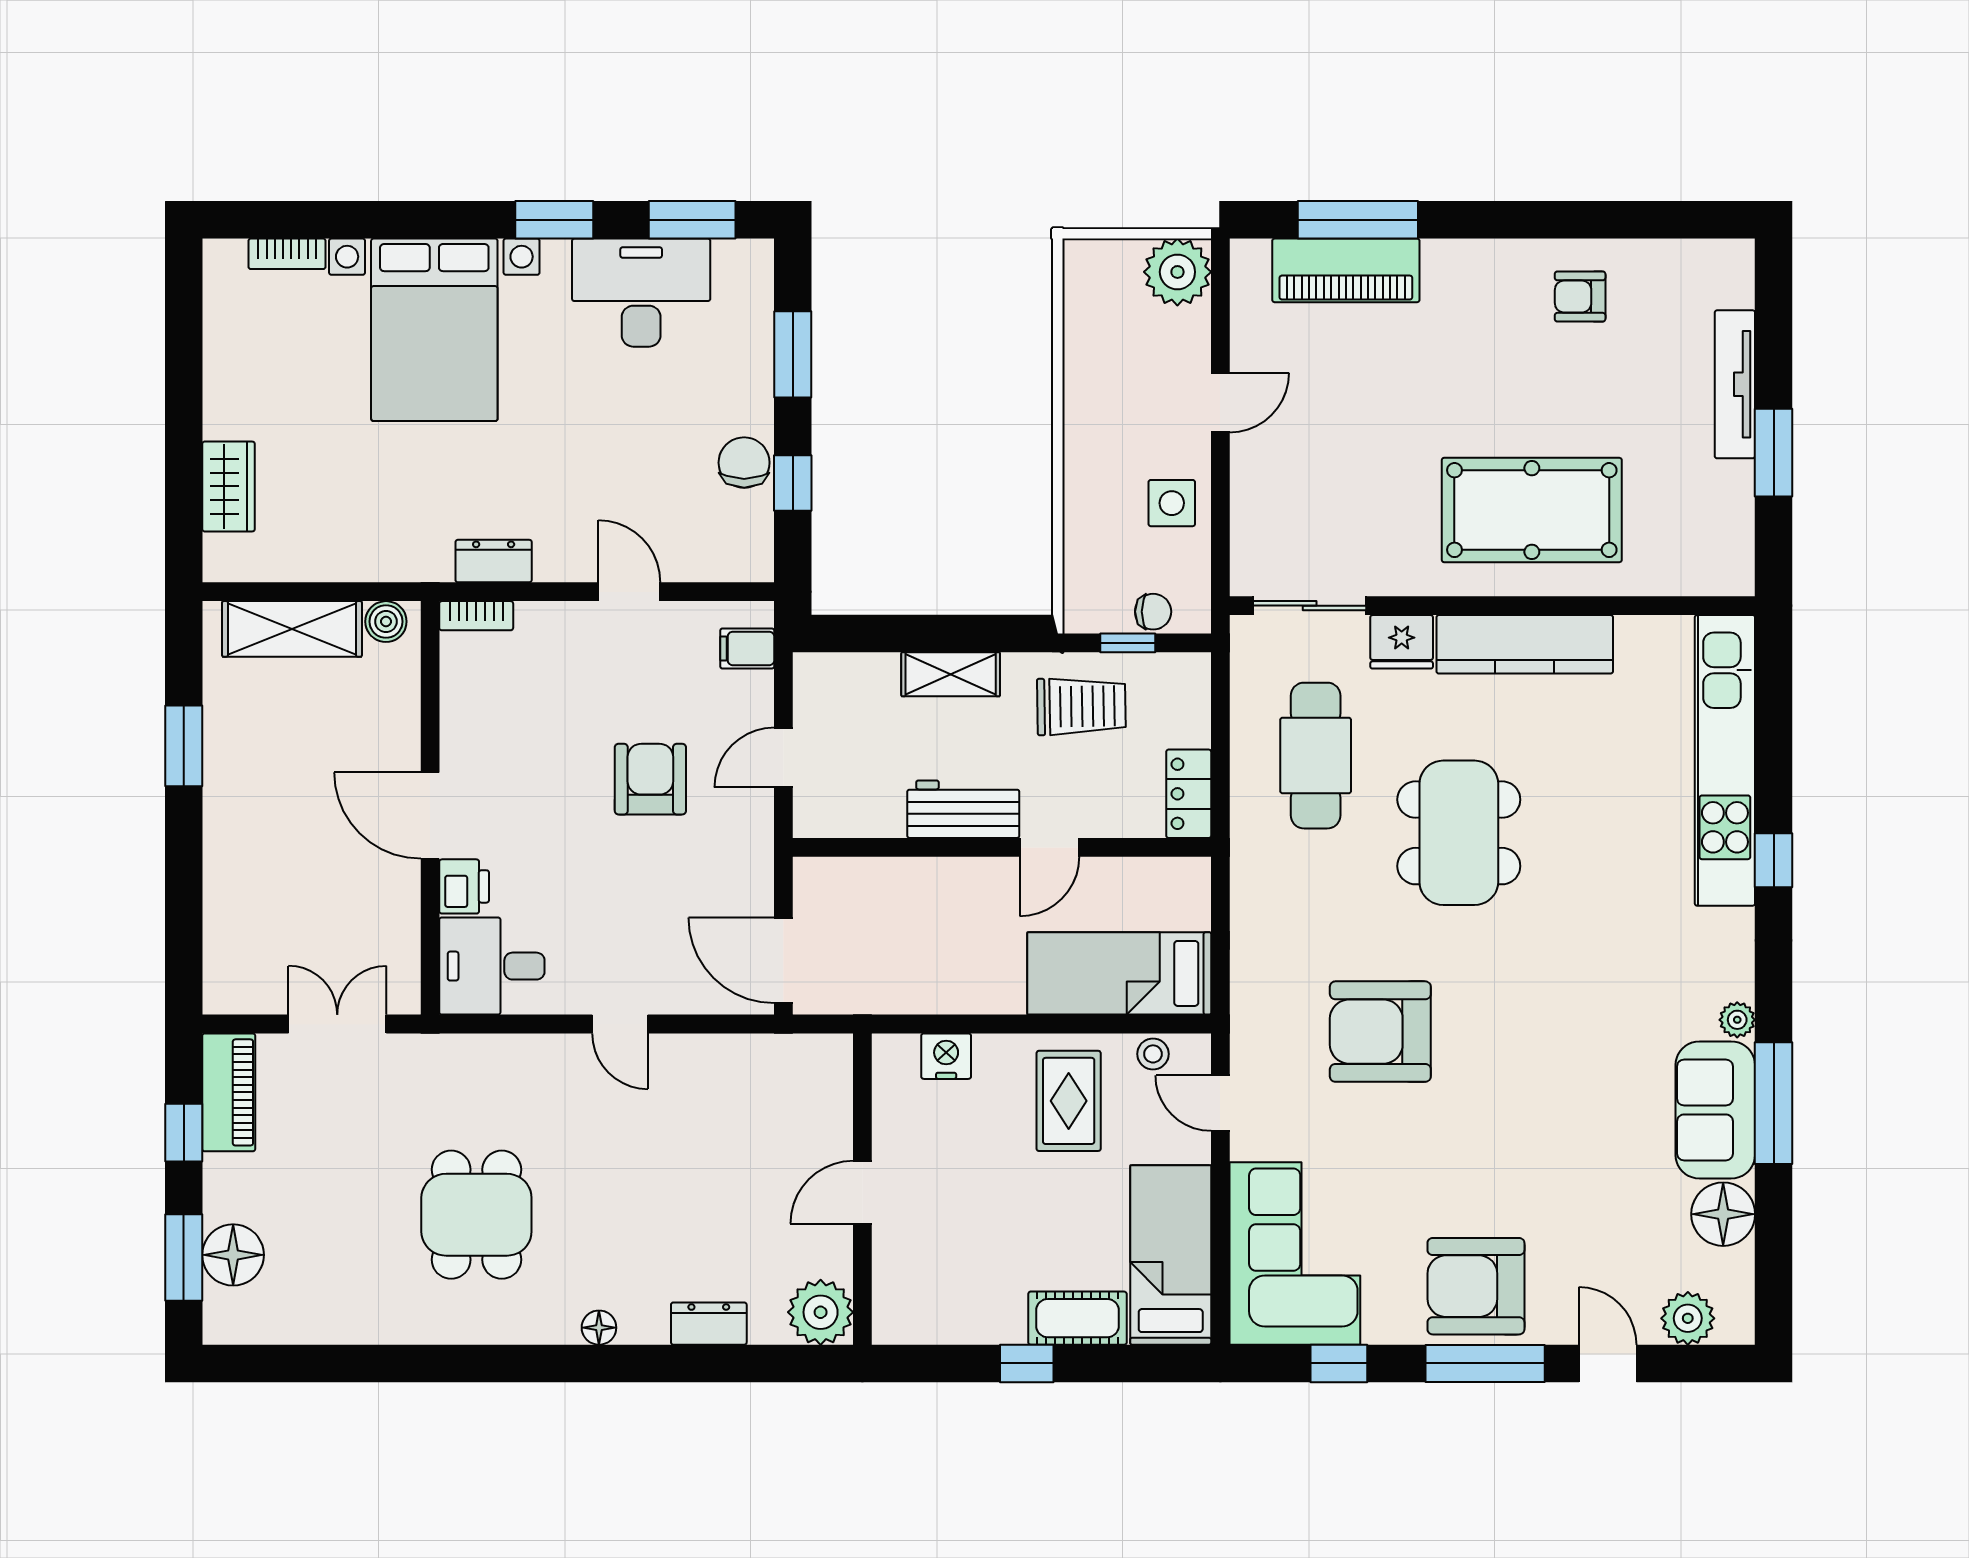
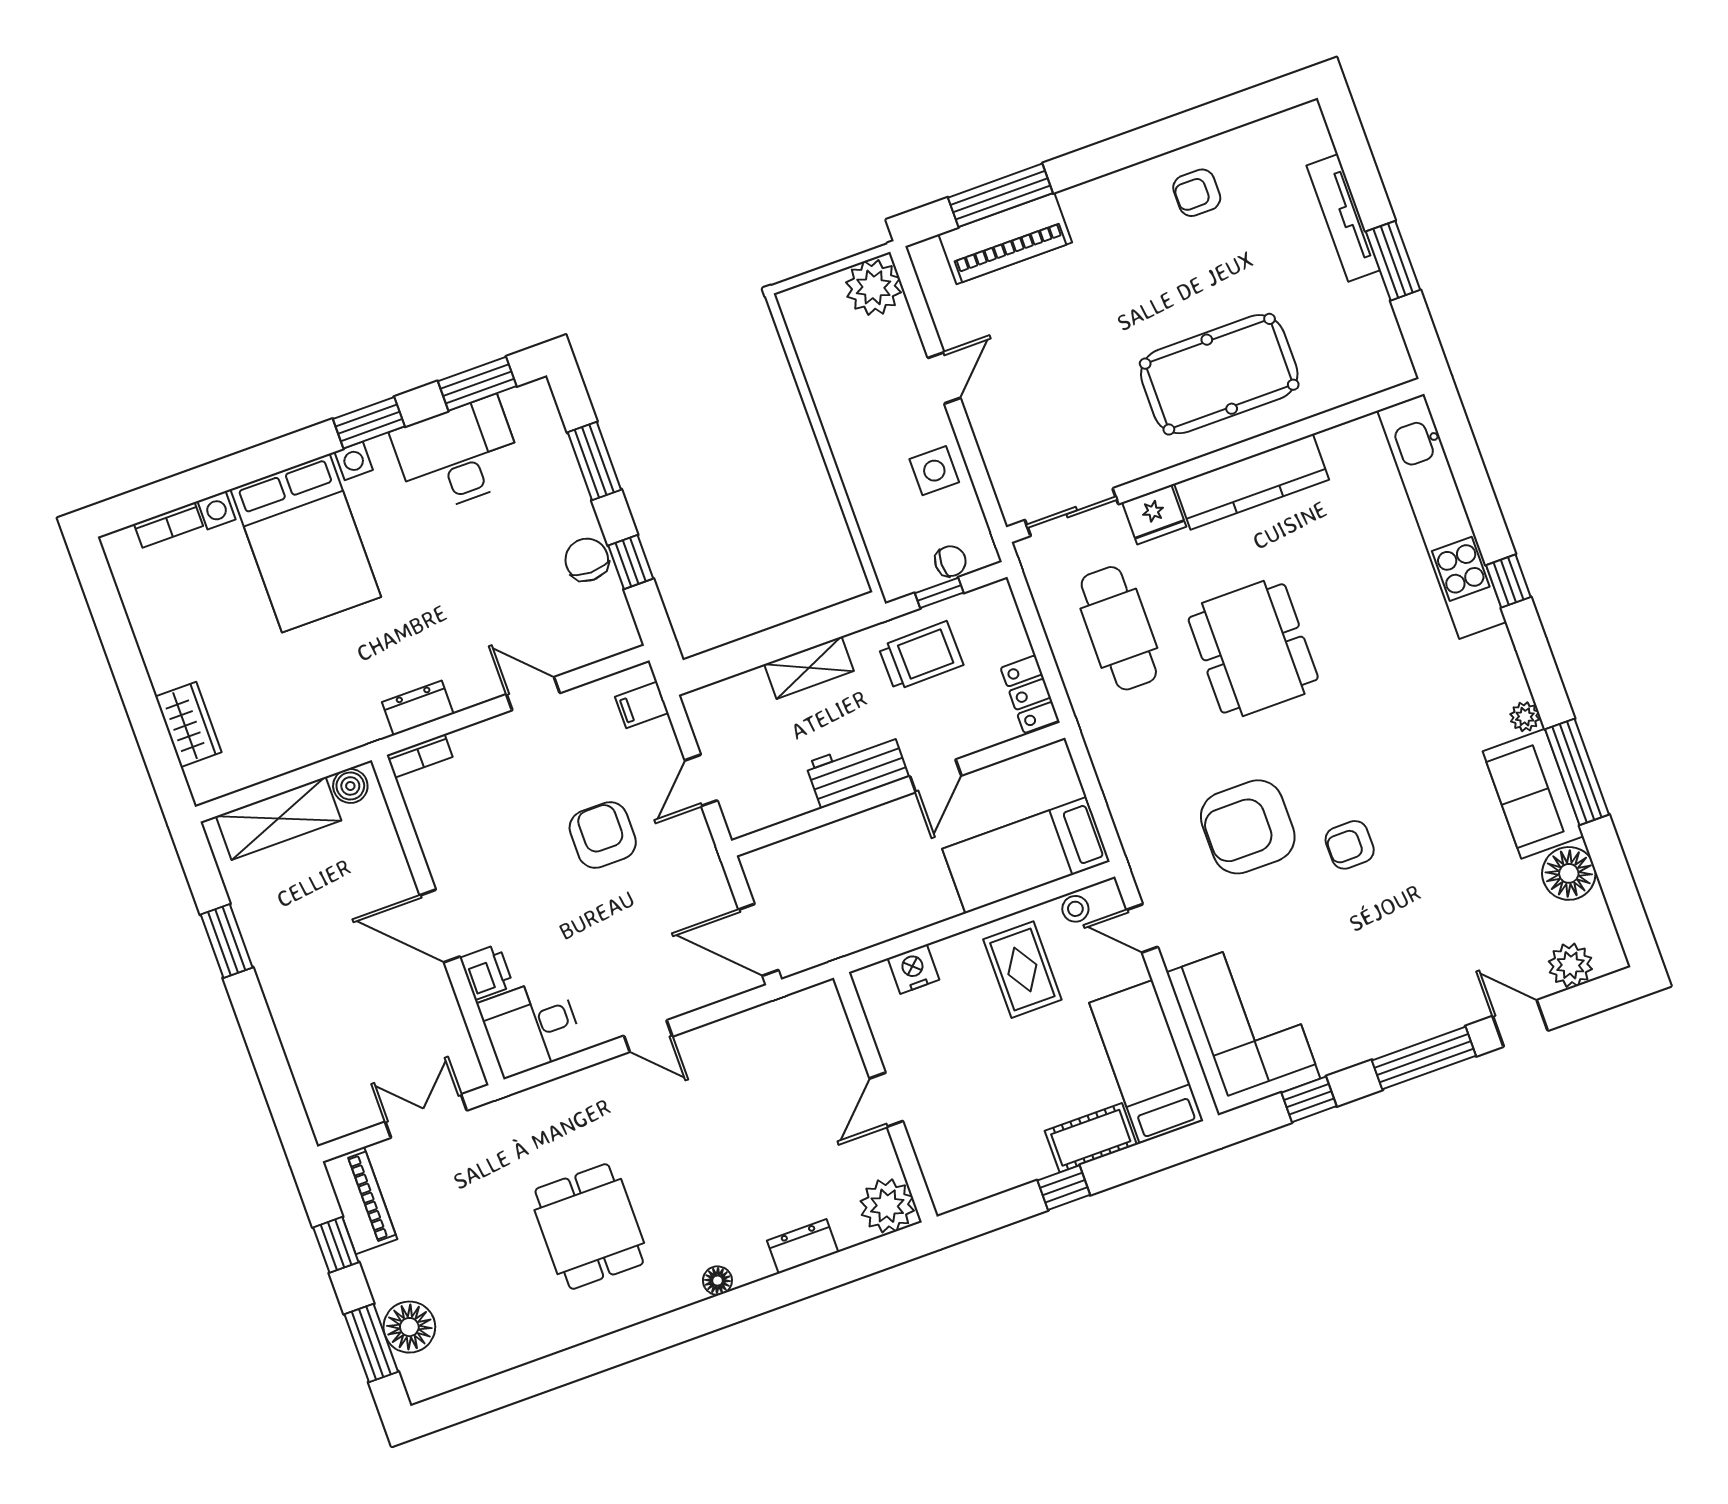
armchair: (1476, 1286) -> (1350, 845), moved, width x0.53, depth x0.53

